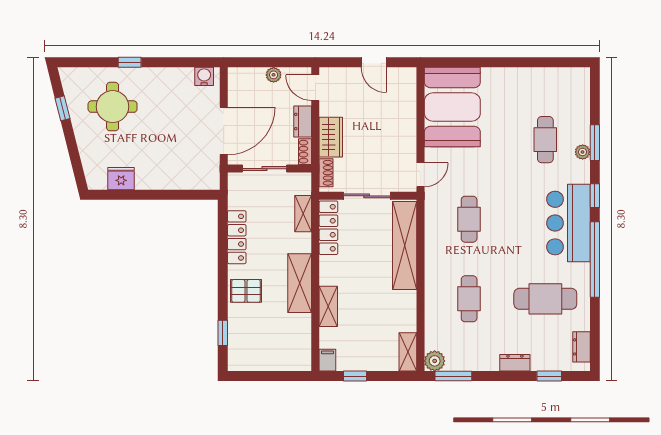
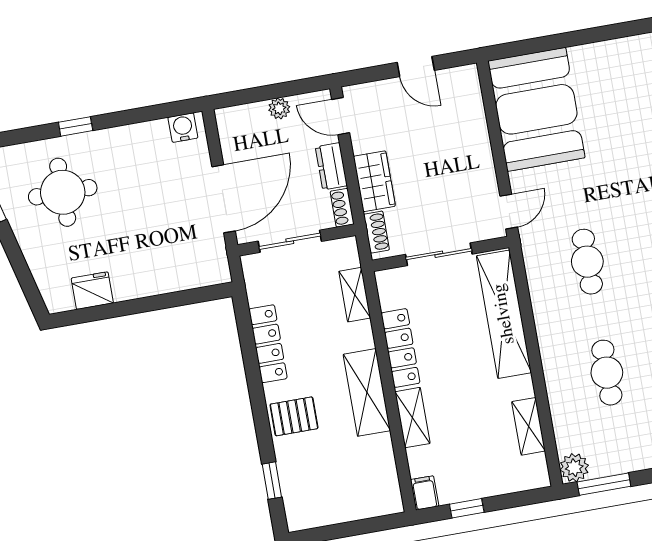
locker: (328, 228) -> (400, 348), moved
shelving: (408, 352) -> (528, 426), moved

